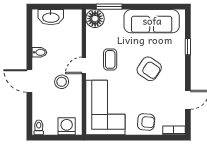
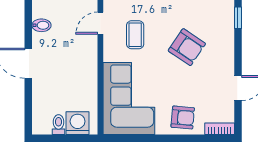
door: (84, 65) -> (100, 23), moved
stool: (62, 82) -> (71, 64), removed
toilet: (39, 127) -> (59, 125), moved

